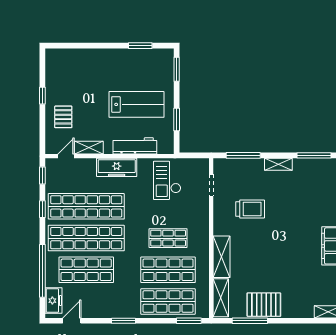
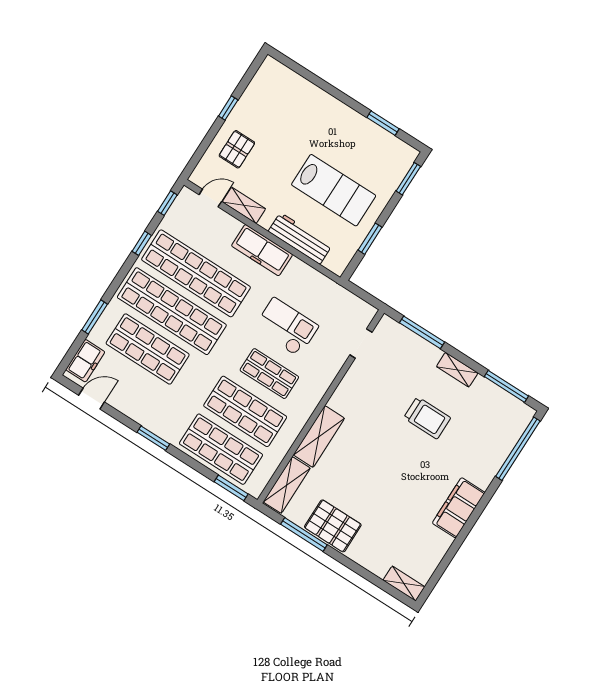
checkout: (167, 180) -> (286, 327), moved, turned 90
trolley: (250, 209) -> (427, 418), moved
window: (42, 271) -> (95, 317), width x0.47

